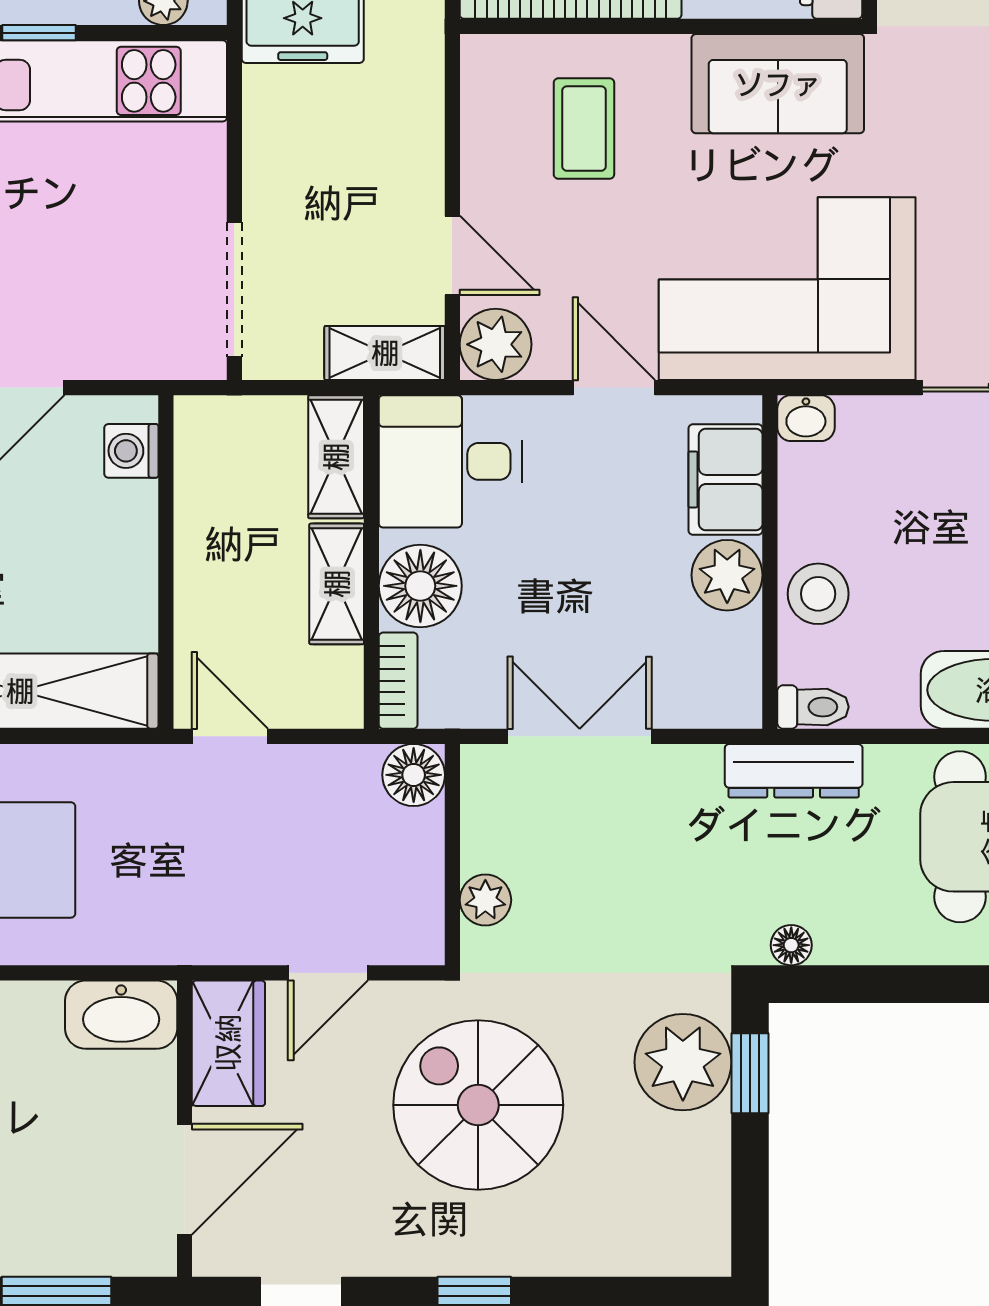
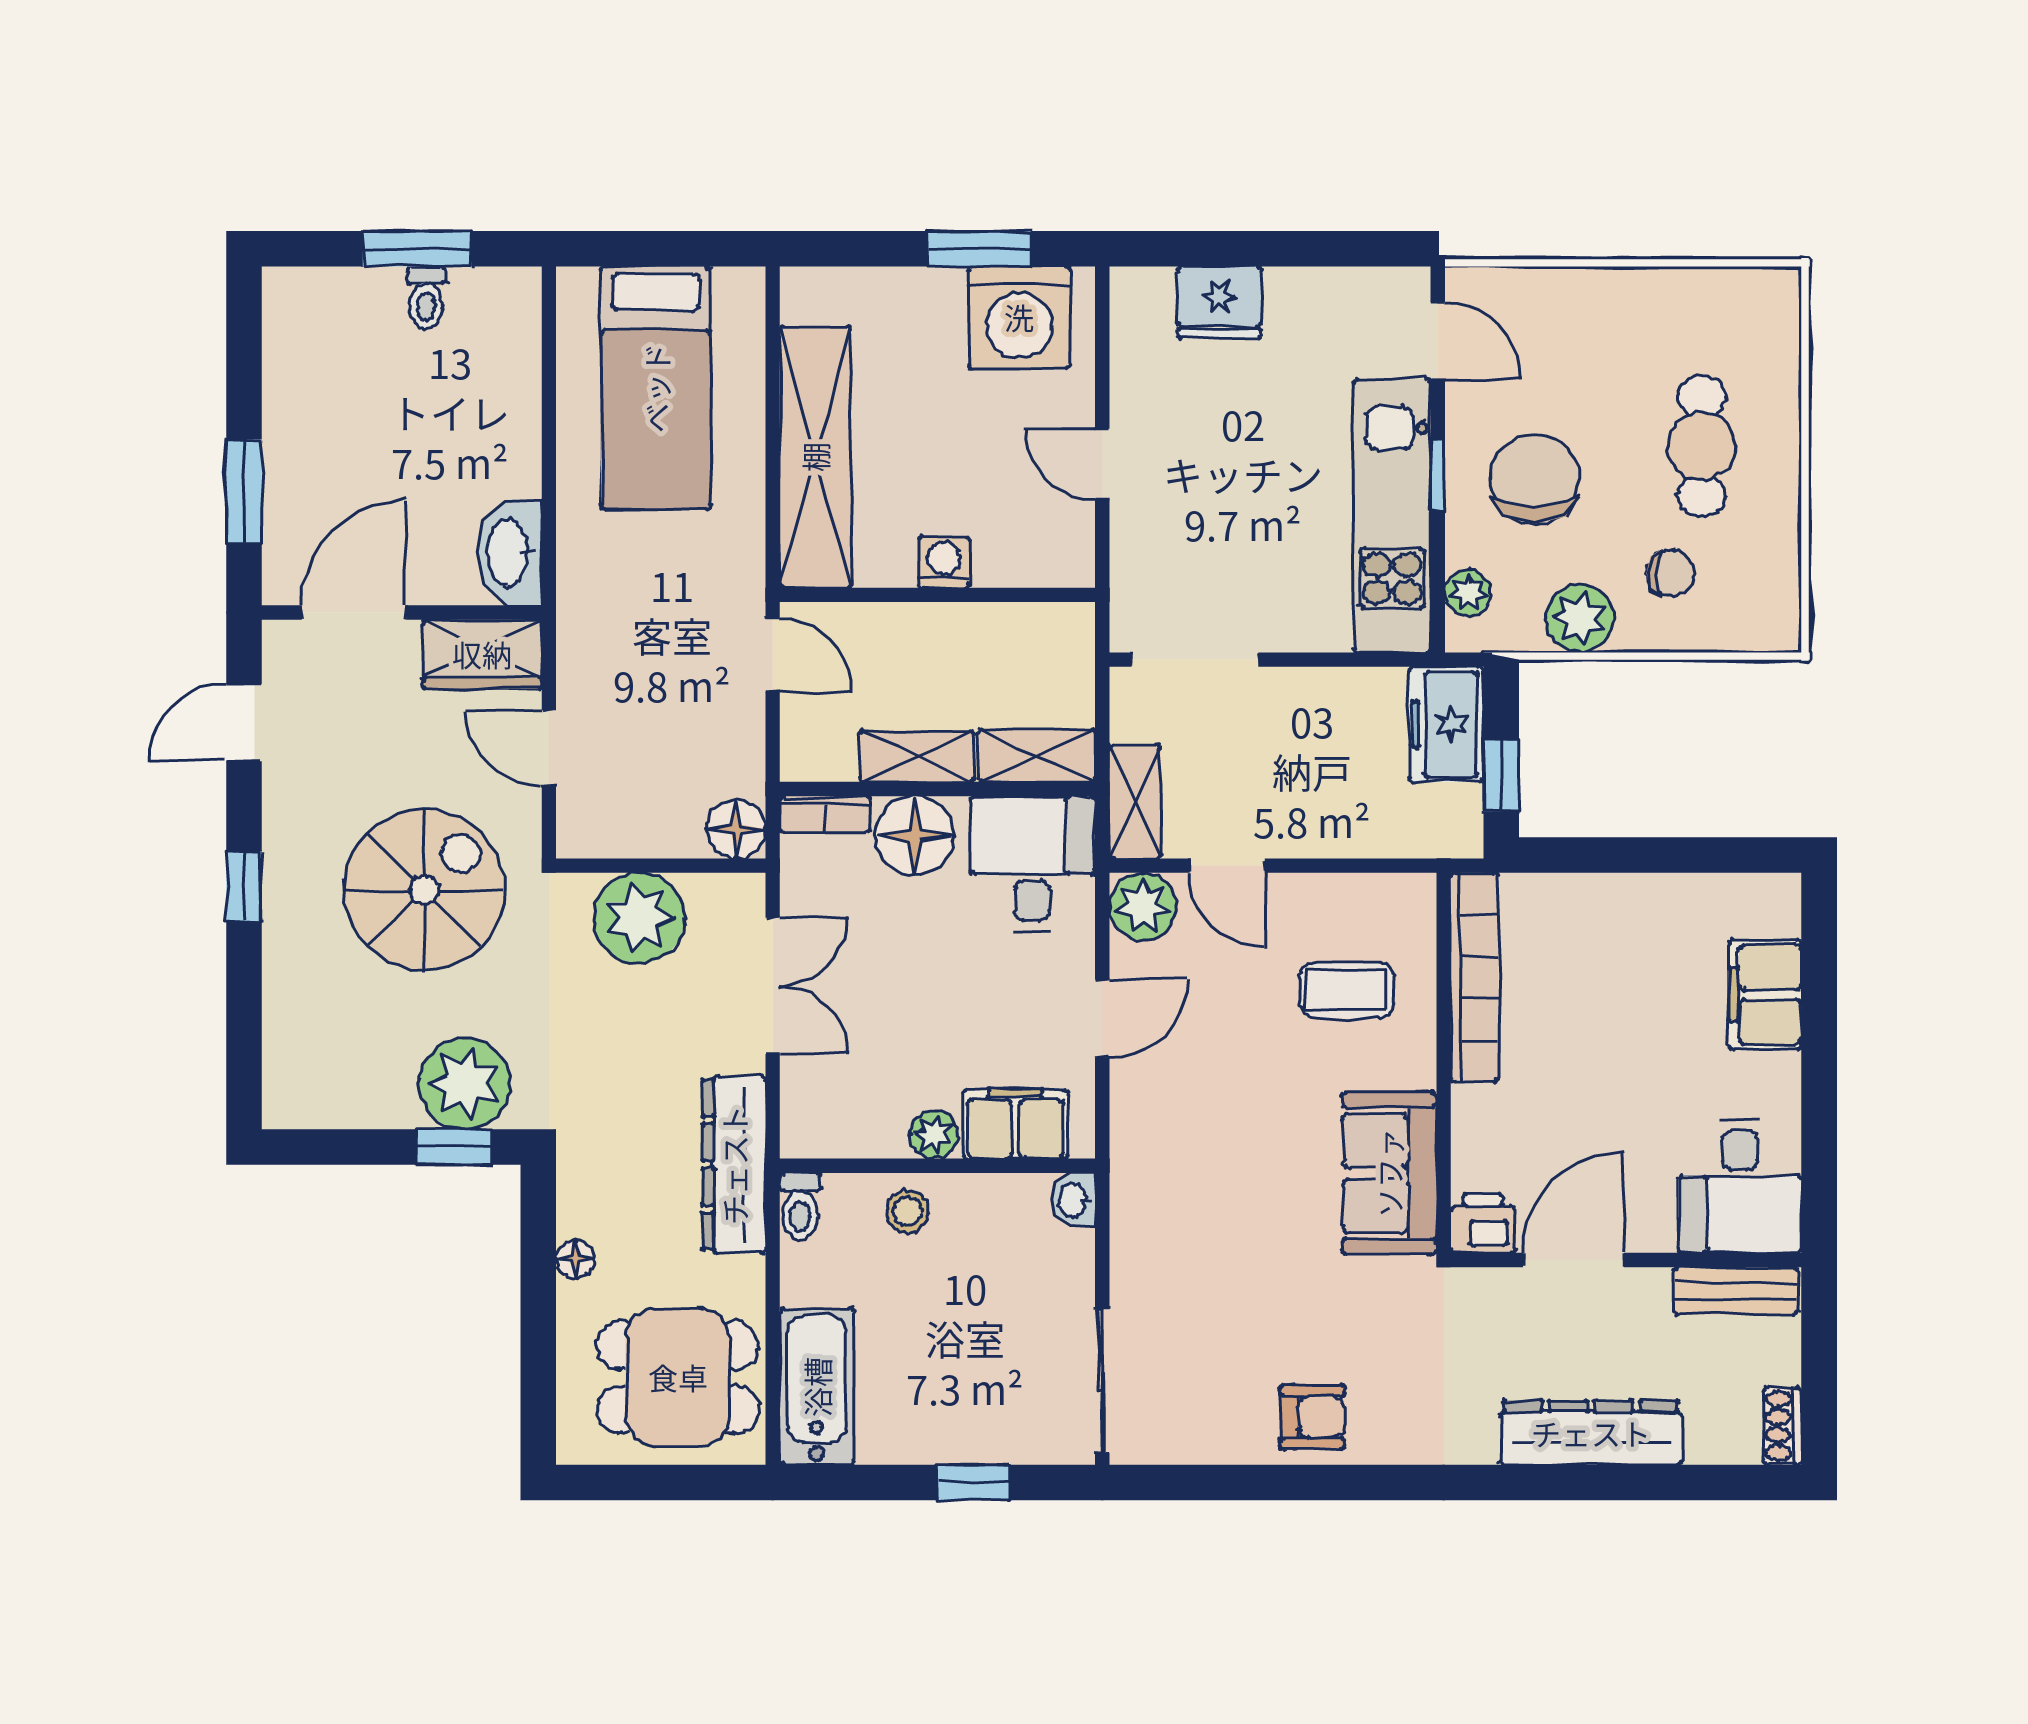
door: (452, 255) -> (1227, 866), hinge flipped
corner sofa: (787, 289) -> (1196, 1182), removed
washing machine: (131, 451) -> (944, 562), moved
plant: (727, 575) -> (934, 1134), width x0.73, depth x0.73
stool: (818, 594) -> (907, 1211), width x0.73, depth x0.73
door: (230, 736) -> (773, 655), hinge flipped
dresser: (794, 771) -> (734, 1165), width x1.37, depth x1.24
plant: (485, 900) -> (639, 918), width x1.87, depth x1.87
floor lamp: (791, 945) -> (575, 1259), moved
door: (185, 1179) -> (354, 612), swing flipped

